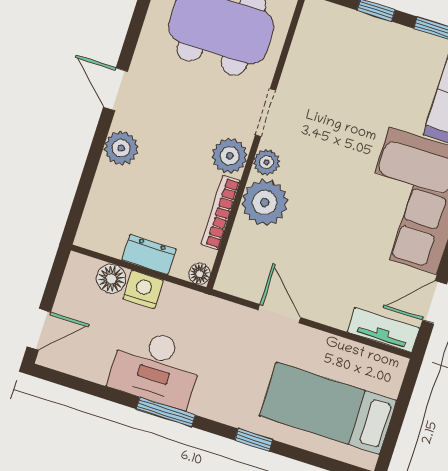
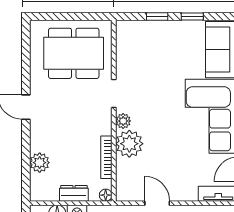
plant: (121, 148) -> (40, 163), moved
plant: (230, 156) -> (101, 124), removed

